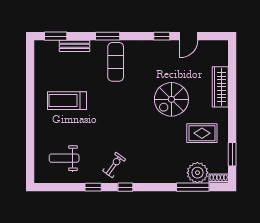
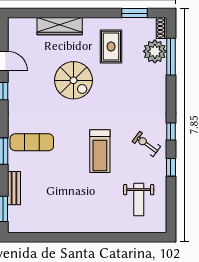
treadmill: (67, 101) -> (100, 151), moved

